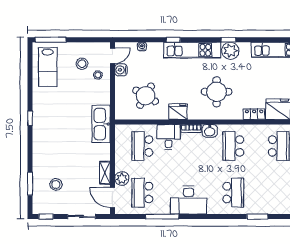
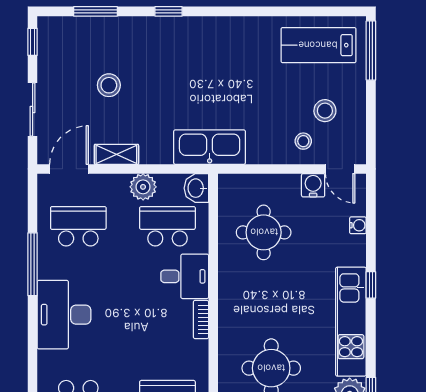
round table: (146, 96) -> (264, 232), turned -30
fridge: (178, 112) -> (233, 294), removed
window: (30, 118) -> (169, 11), moved
washbasin: (210, 131) -> (196, 188), moved
plant: (122, 179) -> (143, 187), moved
stool: (56, 184) -> (109, 85), moved

